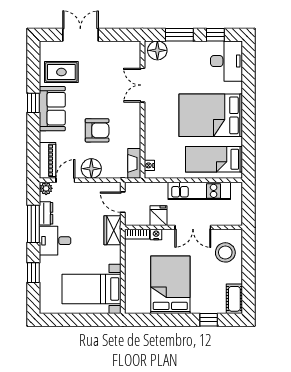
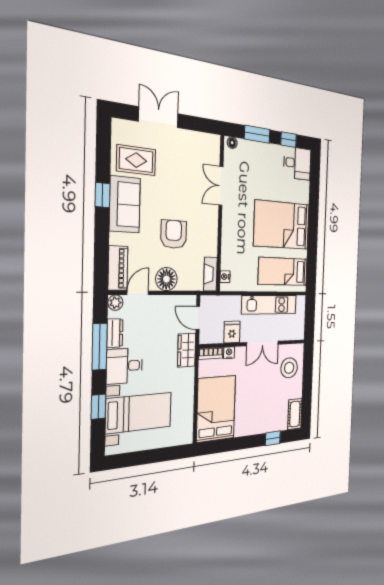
floor lamp: (157, 50) -> (232, 143), width x0.53, depth x0.53
desk: (227, 61) -> (297, 163), width x0.73
armchair: (97, 130) -> (174, 234), turned -90
bed: (170, 285) -> (216, 409), moved
bed with nightstands: (92, 289) -> (139, 413), moved, turned 180

